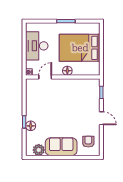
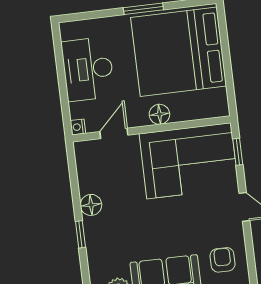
bed: (80, 48) -> (179, 52), width x1.36
corner sofa: (78, 94) -> (189, 161), added
floor lamp: (31, 126) -> (91, 205), moved

